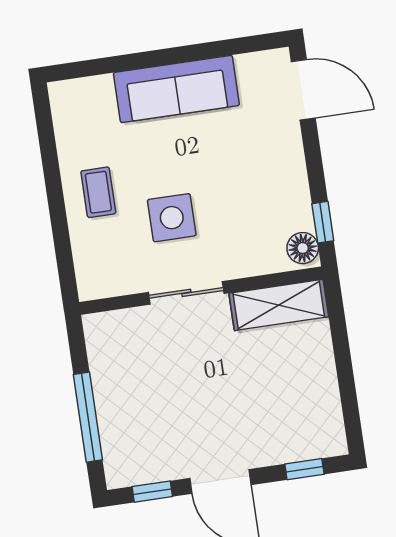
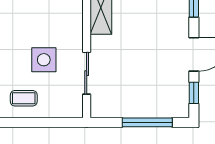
sliding door: (186, 293) -> (87, 73), moved

